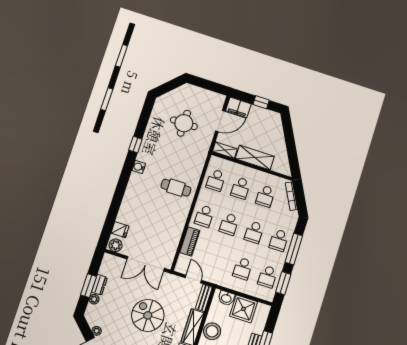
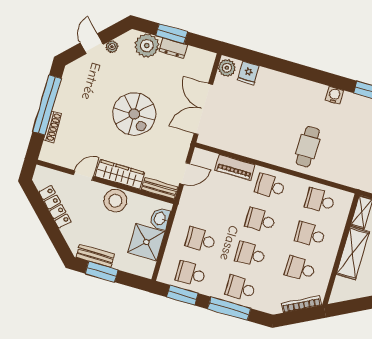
plant: (94, 299) -> (147, 46), width x1.88, depth x1.88
spiral stairs: (148, 315) -> (134, 114), turned 90

